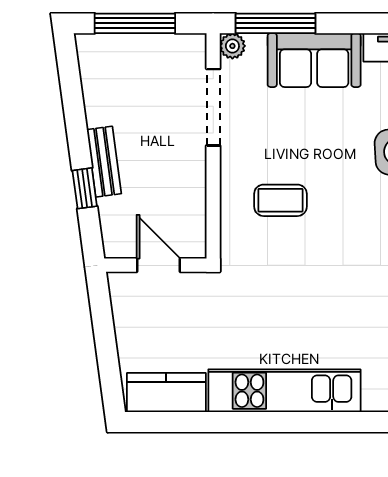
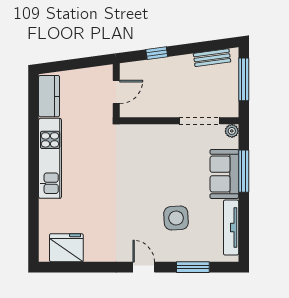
window: (276, 23) -> (244, 171), moved
bench: (104, 162) -> (212, 58), moved
coffee table: (280, 200) -> (150, 156), removed

